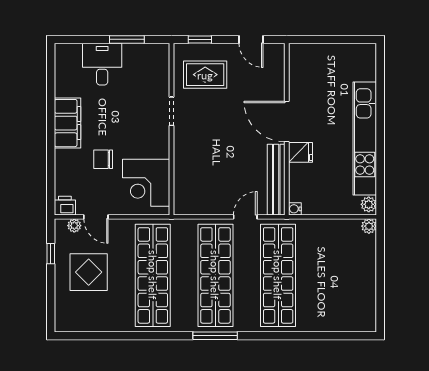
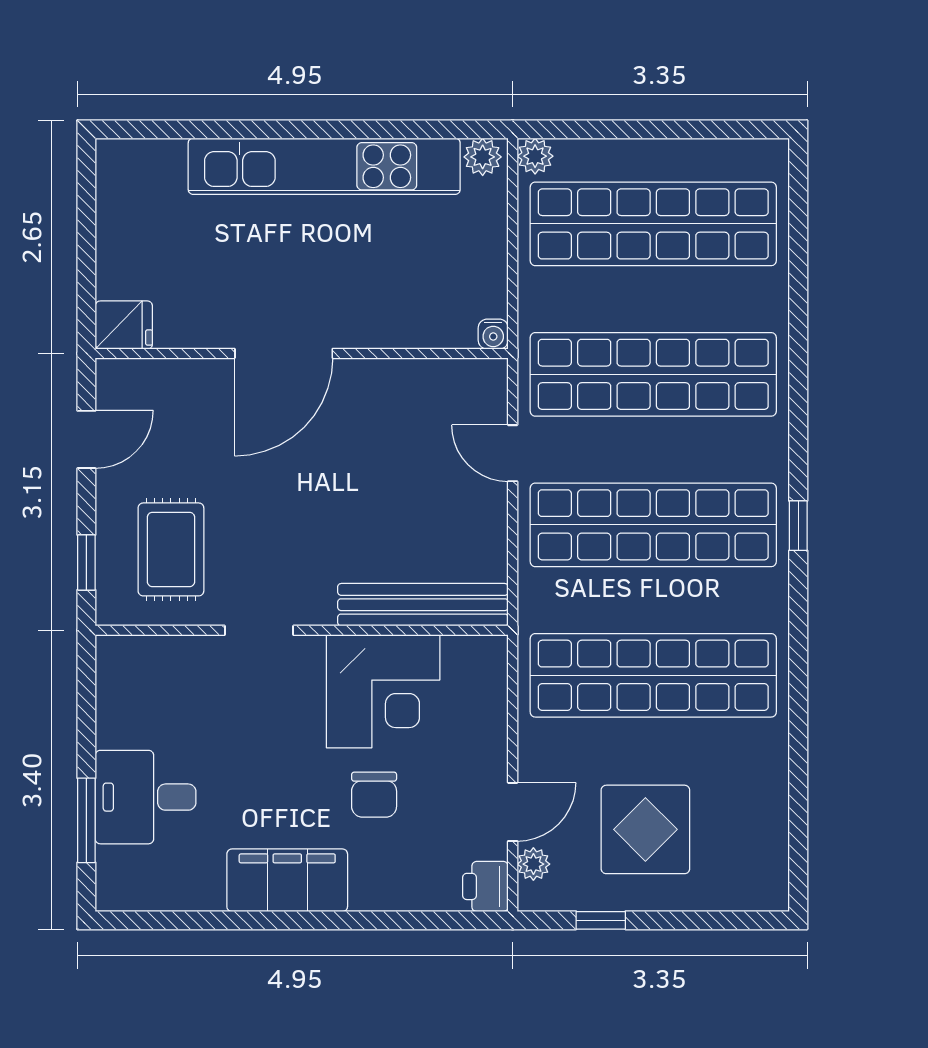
window: (127, 39) -> (86, 820), moved
fridge: (301, 152) -> (124, 325), moved, turned 90
bench: (276, 180) -> (423, 605), moved
corner desk: (146, 183) -> (383, 691), moved
shop shelf: (341, 275) -> (653, 224), added
window: (215, 336) -> (798, 526), width x0.46

